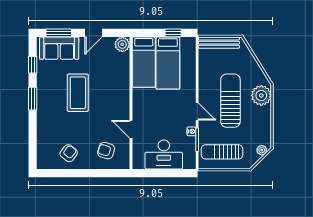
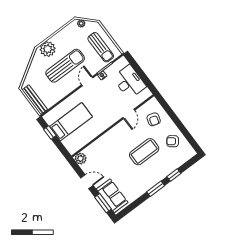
bed: (144, 62) -> (82, 137), removed
window: (33, 65) -> (174, 175), moved
coffee table: (78, 93) -> (144, 152), moved
sun lounger: (230, 101) -> (65, 66), turned 180

